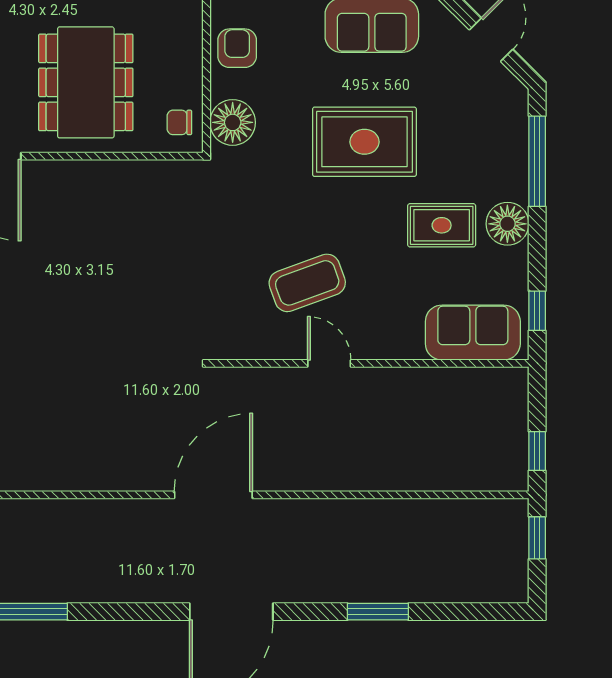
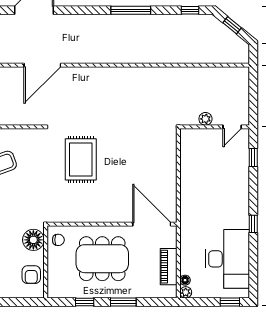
dining table: (86, 82) -> (102, 259), turned 90
rug: (132, 294) -> (81, 159), added

